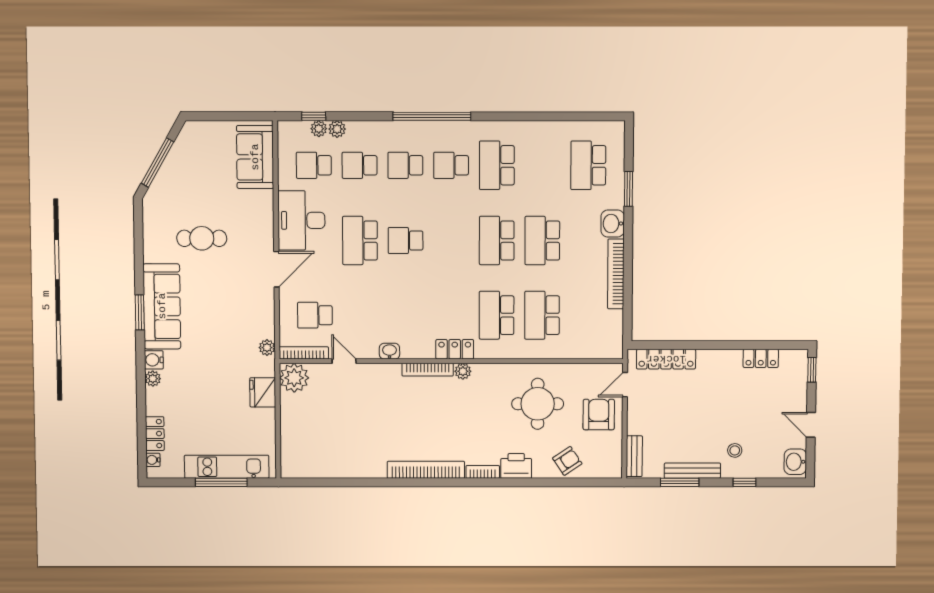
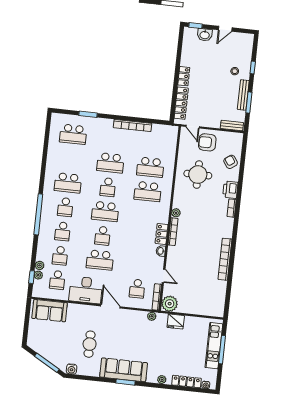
washbasin: (613, 224) -> (105, 124), removed
school desk: (451, 241) -> (105, 211), added
school desk: (497, 241) -> (108, 187), width x0.54
locker: (455, 349) -> (162, 234), moved
locker: (761, 358) -> (184, 76), moved
water cooler: (154, 360) -> (72, 369), moved
door: (344, 361) -> (164, 276), swing flipped
locker: (155, 434) -> (186, 382), width x1.53
washbasin: (795, 462) -> (205, 35), moved
bookcase: (426, 470) -> (225, 259), moved

